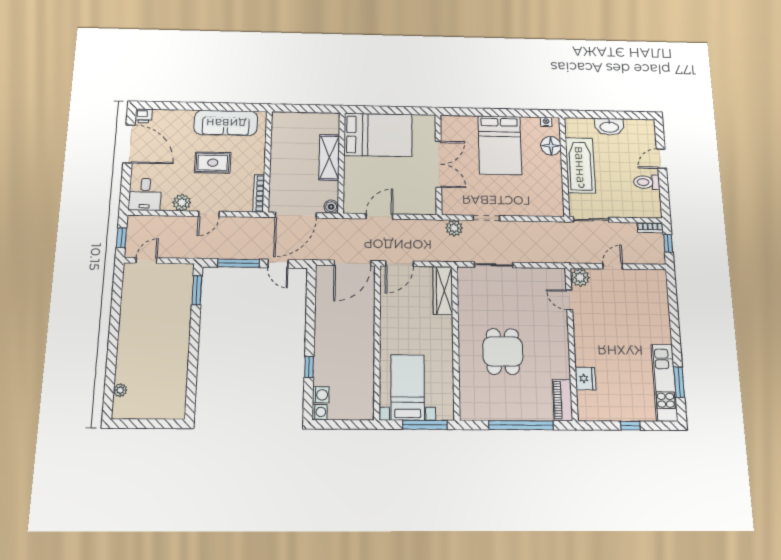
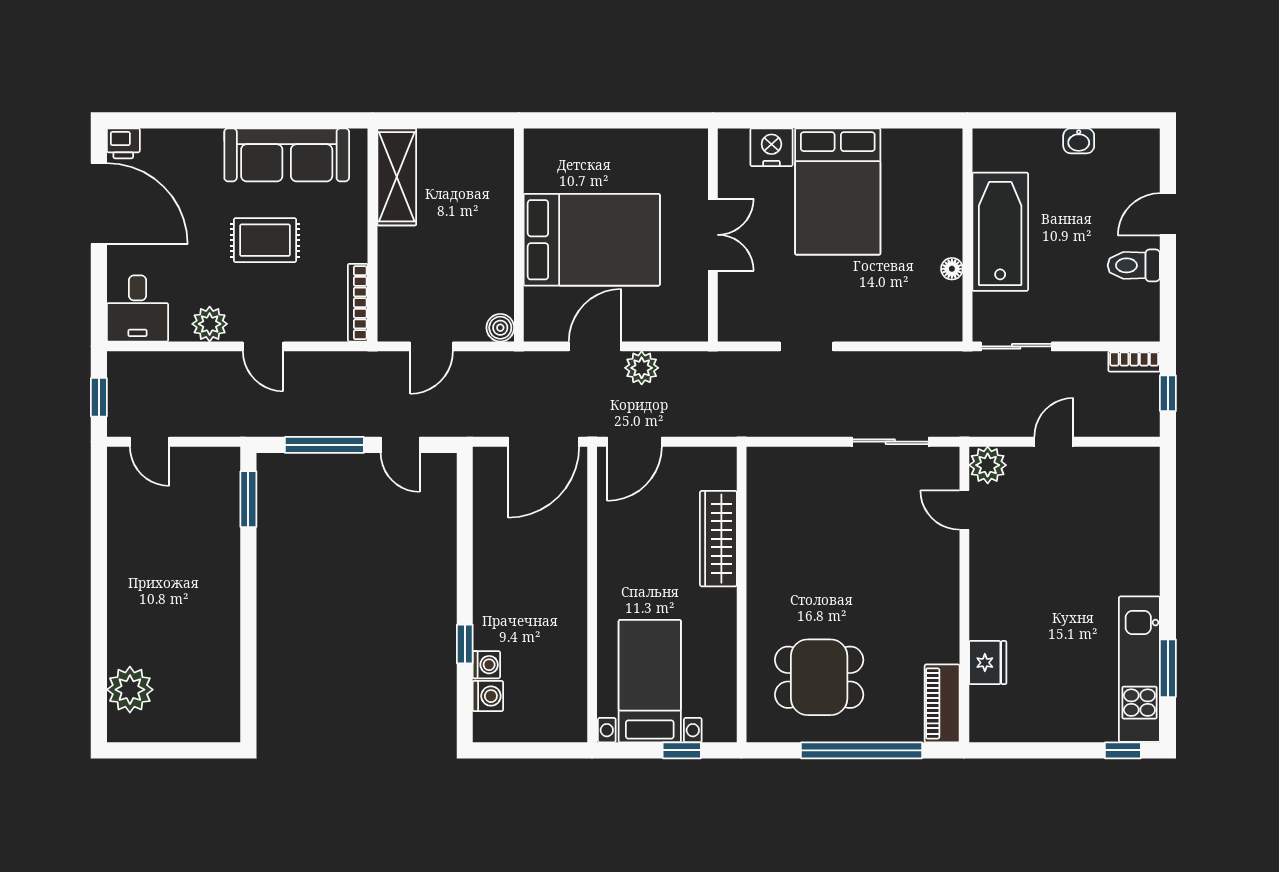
nightstand: (546, 122) -> (771, 147), moved, width x1.89, depth x1.79
washbasin: (609, 127) -> (1079, 141), width x0.52, depth x0.69
bed: (378, 135) -> (592, 240), moved
floor lamp: (551, 146) -> (952, 269), moved, width x0.53, depth x0.53
shelving: (329, 157) -> (397, 177), moved
double door: (438, 164) -> (713, 235), width x0.73
door: (209, 214) -> (263, 346), hinge flipped
door: (296, 215) -> (432, 346), width x0.53
plant: (454, 228) -> (642, 368), moved
door: (146, 260) -> (150, 442), swing flipped
sliding door: (494, 265) -> (890, 442), moved
wardrobe: (443, 290) -> (718, 539), moved
dining table: (503, 351) -> (819, 677), moved, turned 90
plant: (120, 390) -> (130, 690), width x1.88, depth x1.88
washing machine: (320, 412) -> (486, 665), moved
window: (425, 425) -> (682, 750), width x0.46
window: (630, 426) -> (1123, 750), moved

